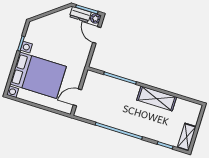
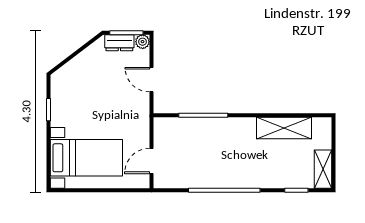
door: (97, 35) -> (152, 80), moved
bed with nightstands: (38, 75) -> (86, 158), width x0.73
shelving: (157, 99) -> (284, 128), moved

